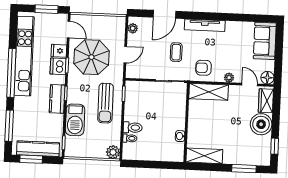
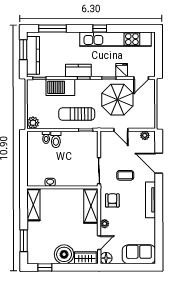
window: (46, 9) -> (159, 57), removed
dishwasher: (58, 66) -> (108, 70), removed
window: (11, 73) -> (100, 28), width x0.32

